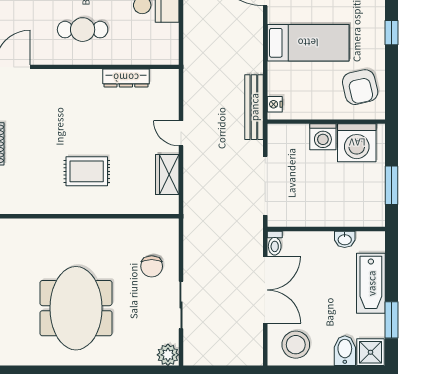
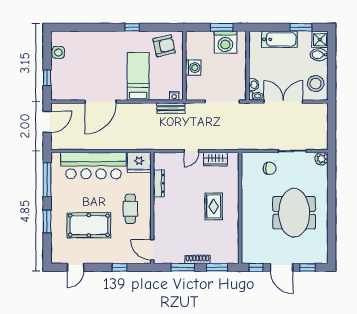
fridge: (162, 44) -> (139, 162), added
bench: (254, 107) -> (171, 108), width x0.73
washing machine: (357, 143) -> (225, 42), moved, turned 90
washbasin: (345, 239) -> (254, 85), moved
meeting table: (76, 308) -> (294, 213), turned 90

